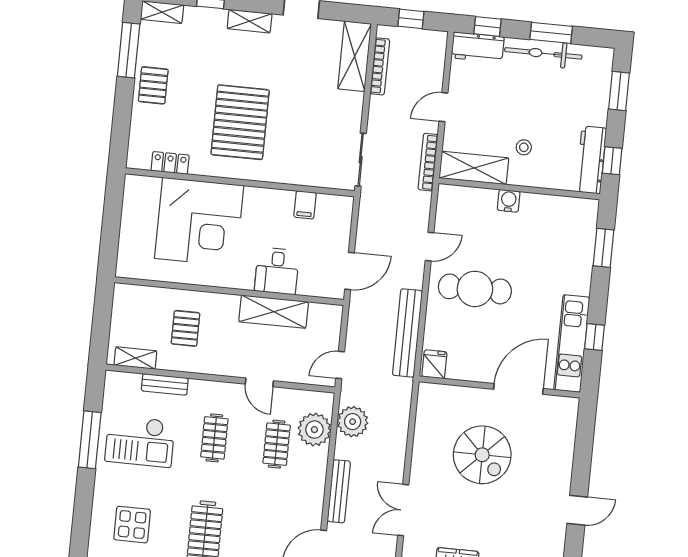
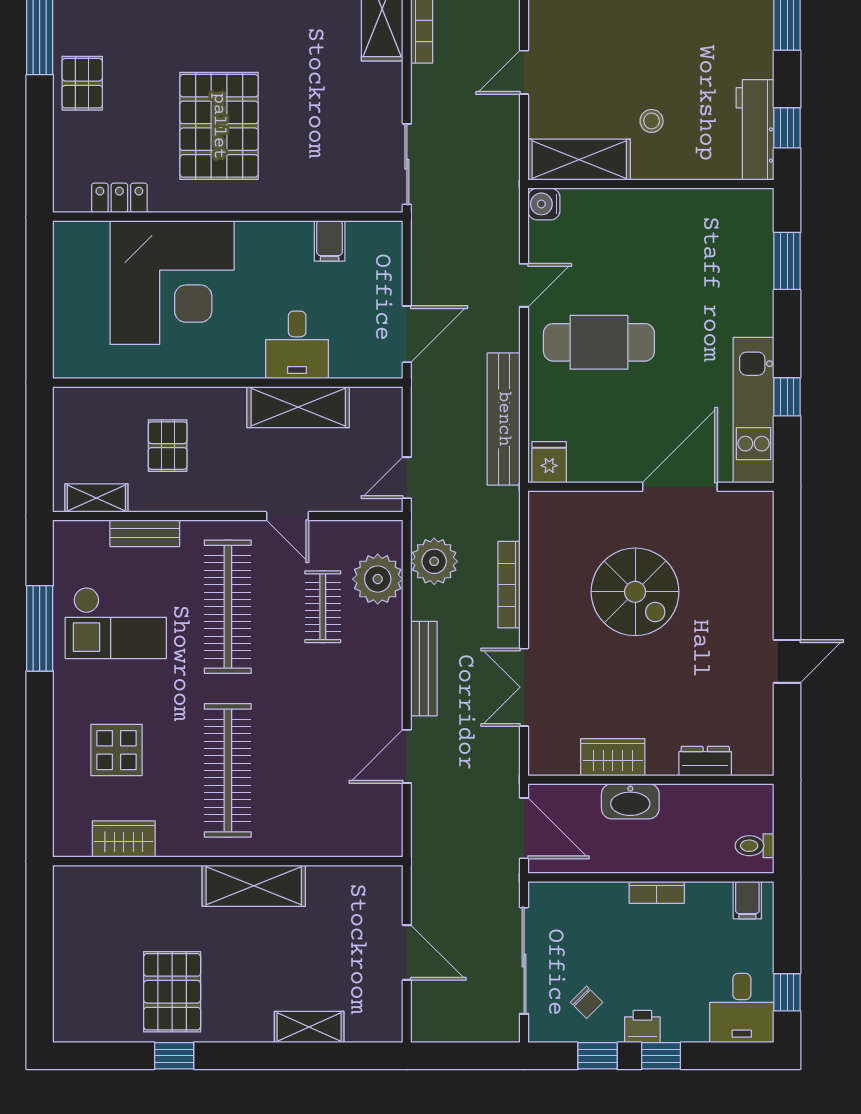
bookcase: (428, 162) -> (509, 585), moved
water cooler: (509, 201) -> (544, 204), moved, turned -90
clothes rail: (214, 438) -> (228, 607), width x1.86, depth x1.31

